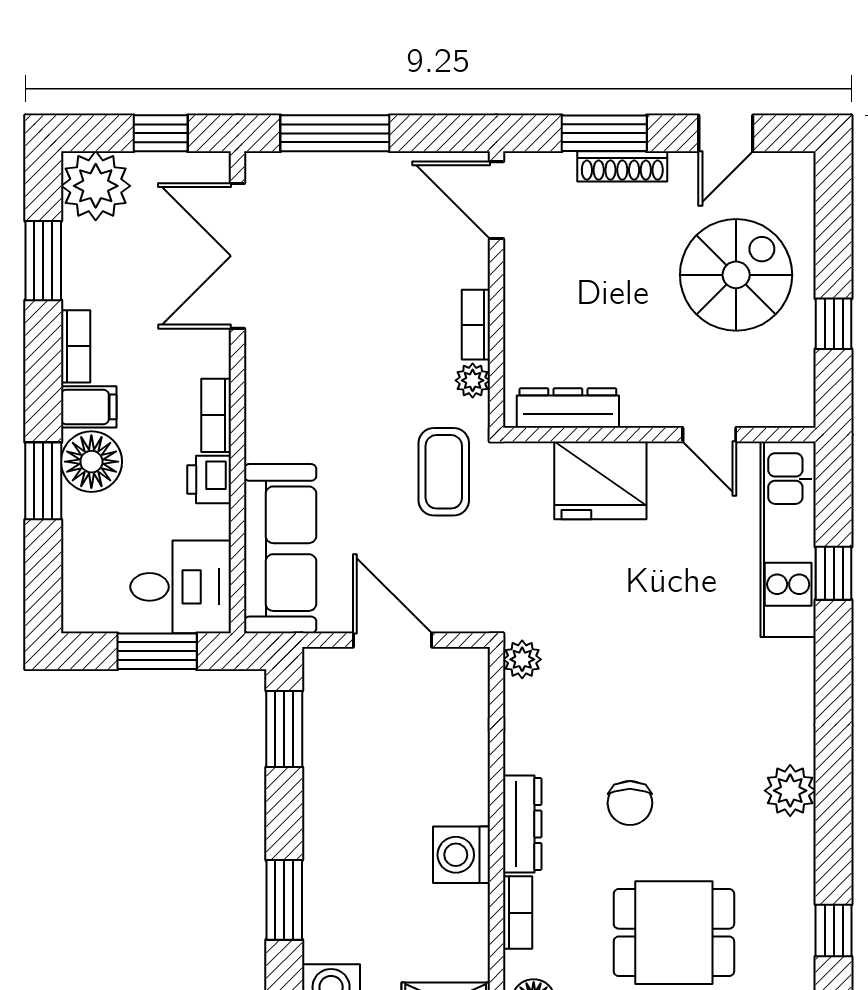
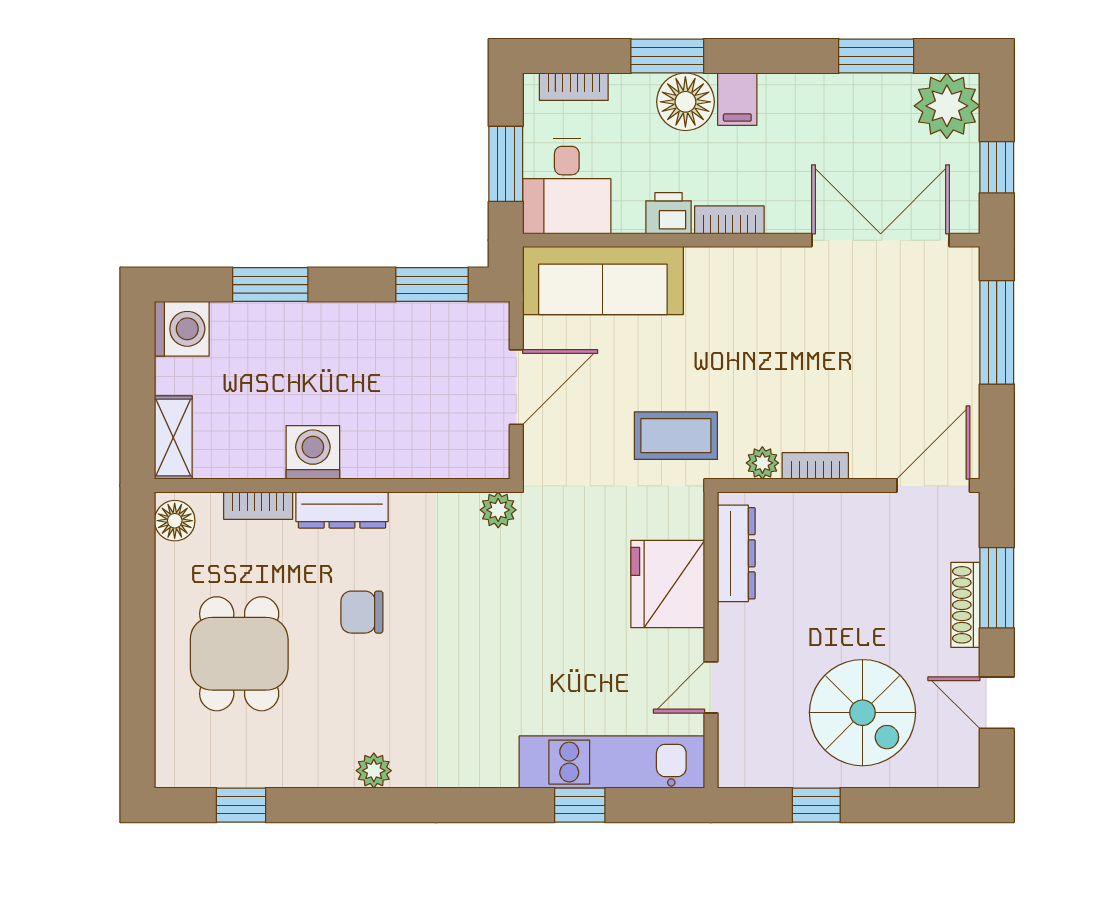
bookcase: (76, 346) -> (574, 87), moved
plant: (790, 791) -> (374, 771), width x0.73, depth x0.73

